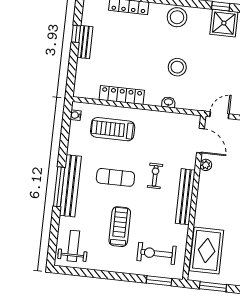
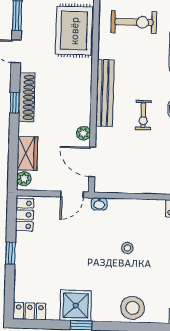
stool: (177, 67) -> (127, 248), width x0.53, depth x0.53
washbasin: (169, 102) -> (99, 204), moved

